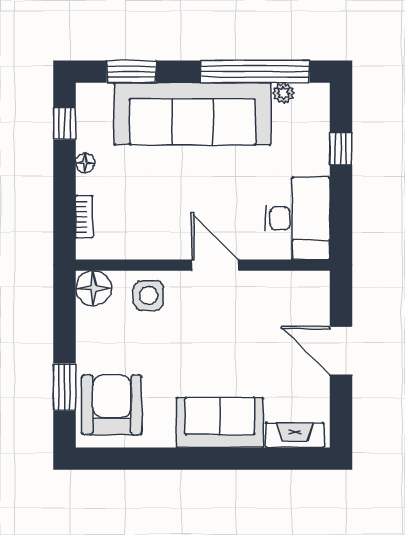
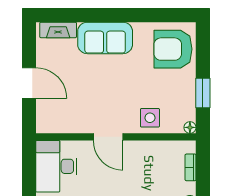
floor lamp: (93, 288) -> (190, 127), width x0.53, depth x0.53
window: (64, 387) -> (203, 93), moved
armchair: (112, 405) -> (173, 49), turned 90

